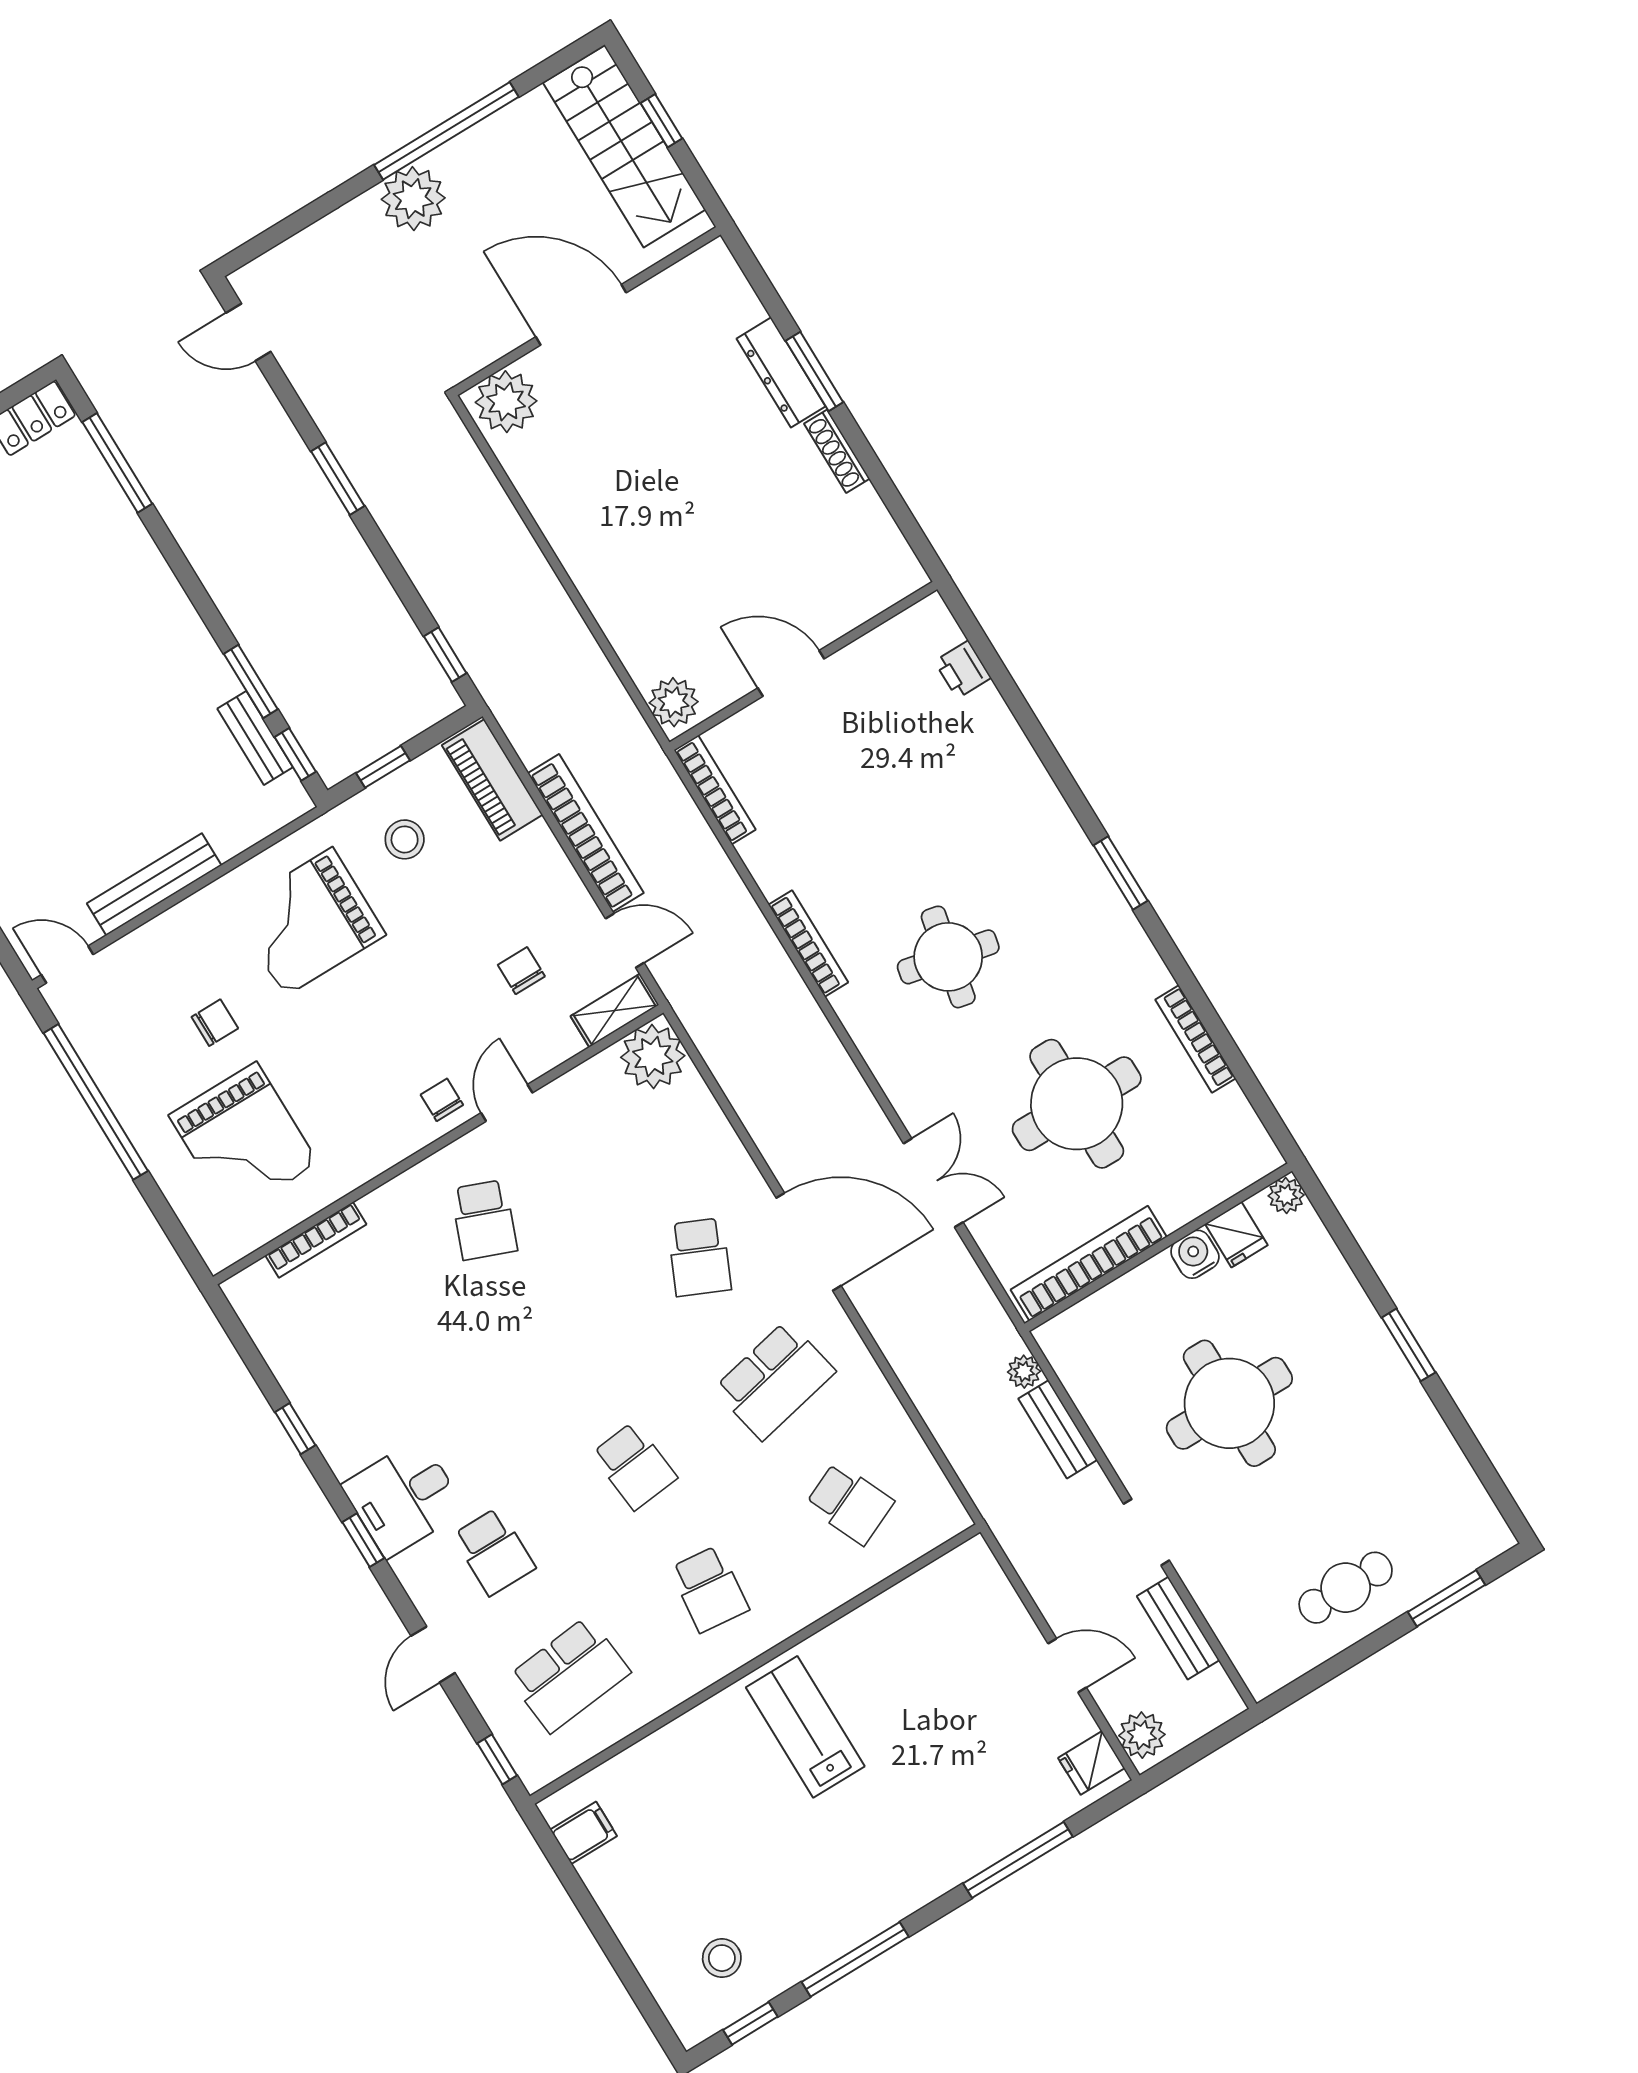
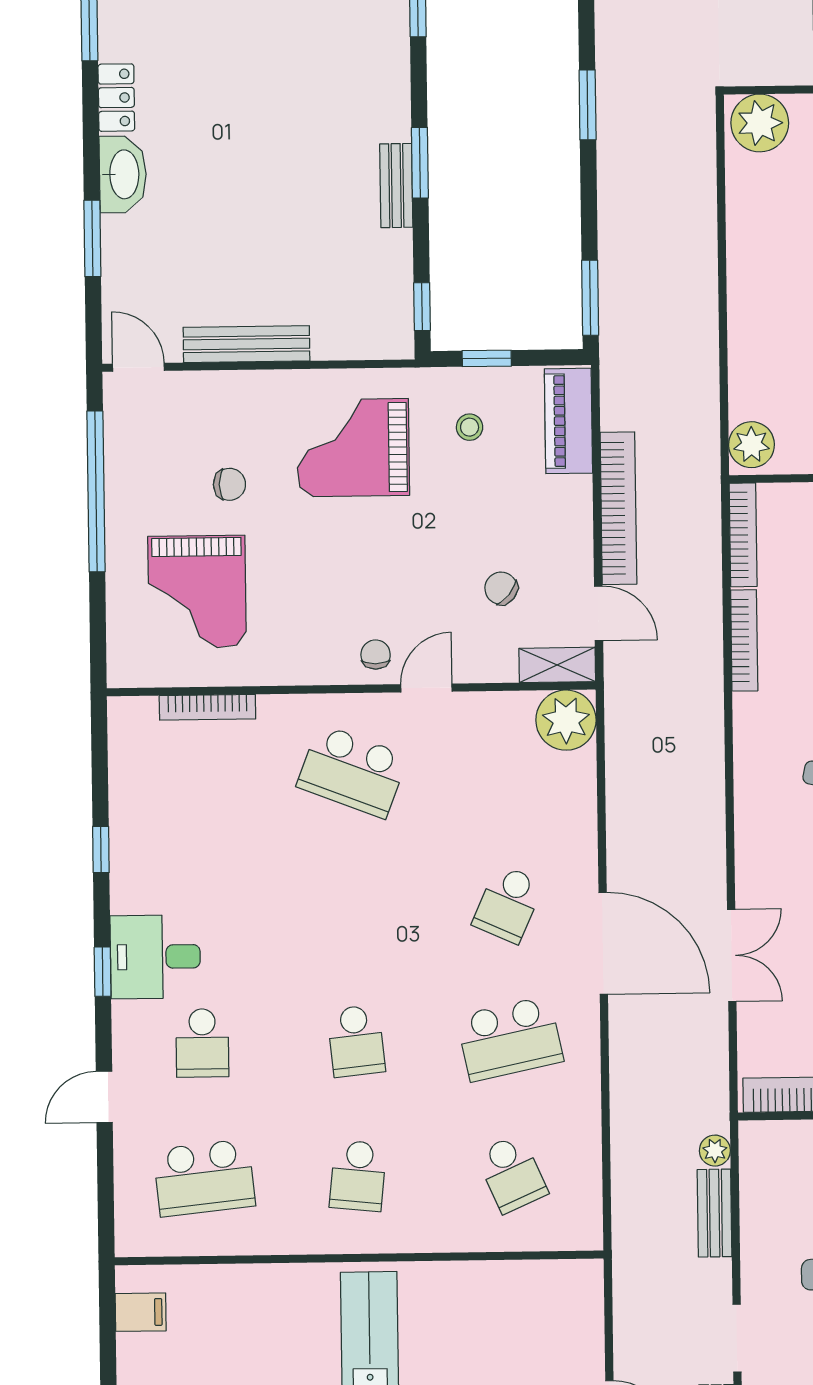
window: (445, 655) -> (590, 298), width x1.50
window: (251, 682) -> (420, 163), moved
bench: (255, 738) -> (396, 186), moved
stool: (405, 839) -> (470, 427), width x0.73, depth x0.73
bookcase: (808, 943) -> (744, 640), moved
chair: (521, 971) -> (501, 588), turned -51
school desk: (484, 1220) -> (352, 771), width x1.85
window: (497, 1759) -> (106, 1212), removed

